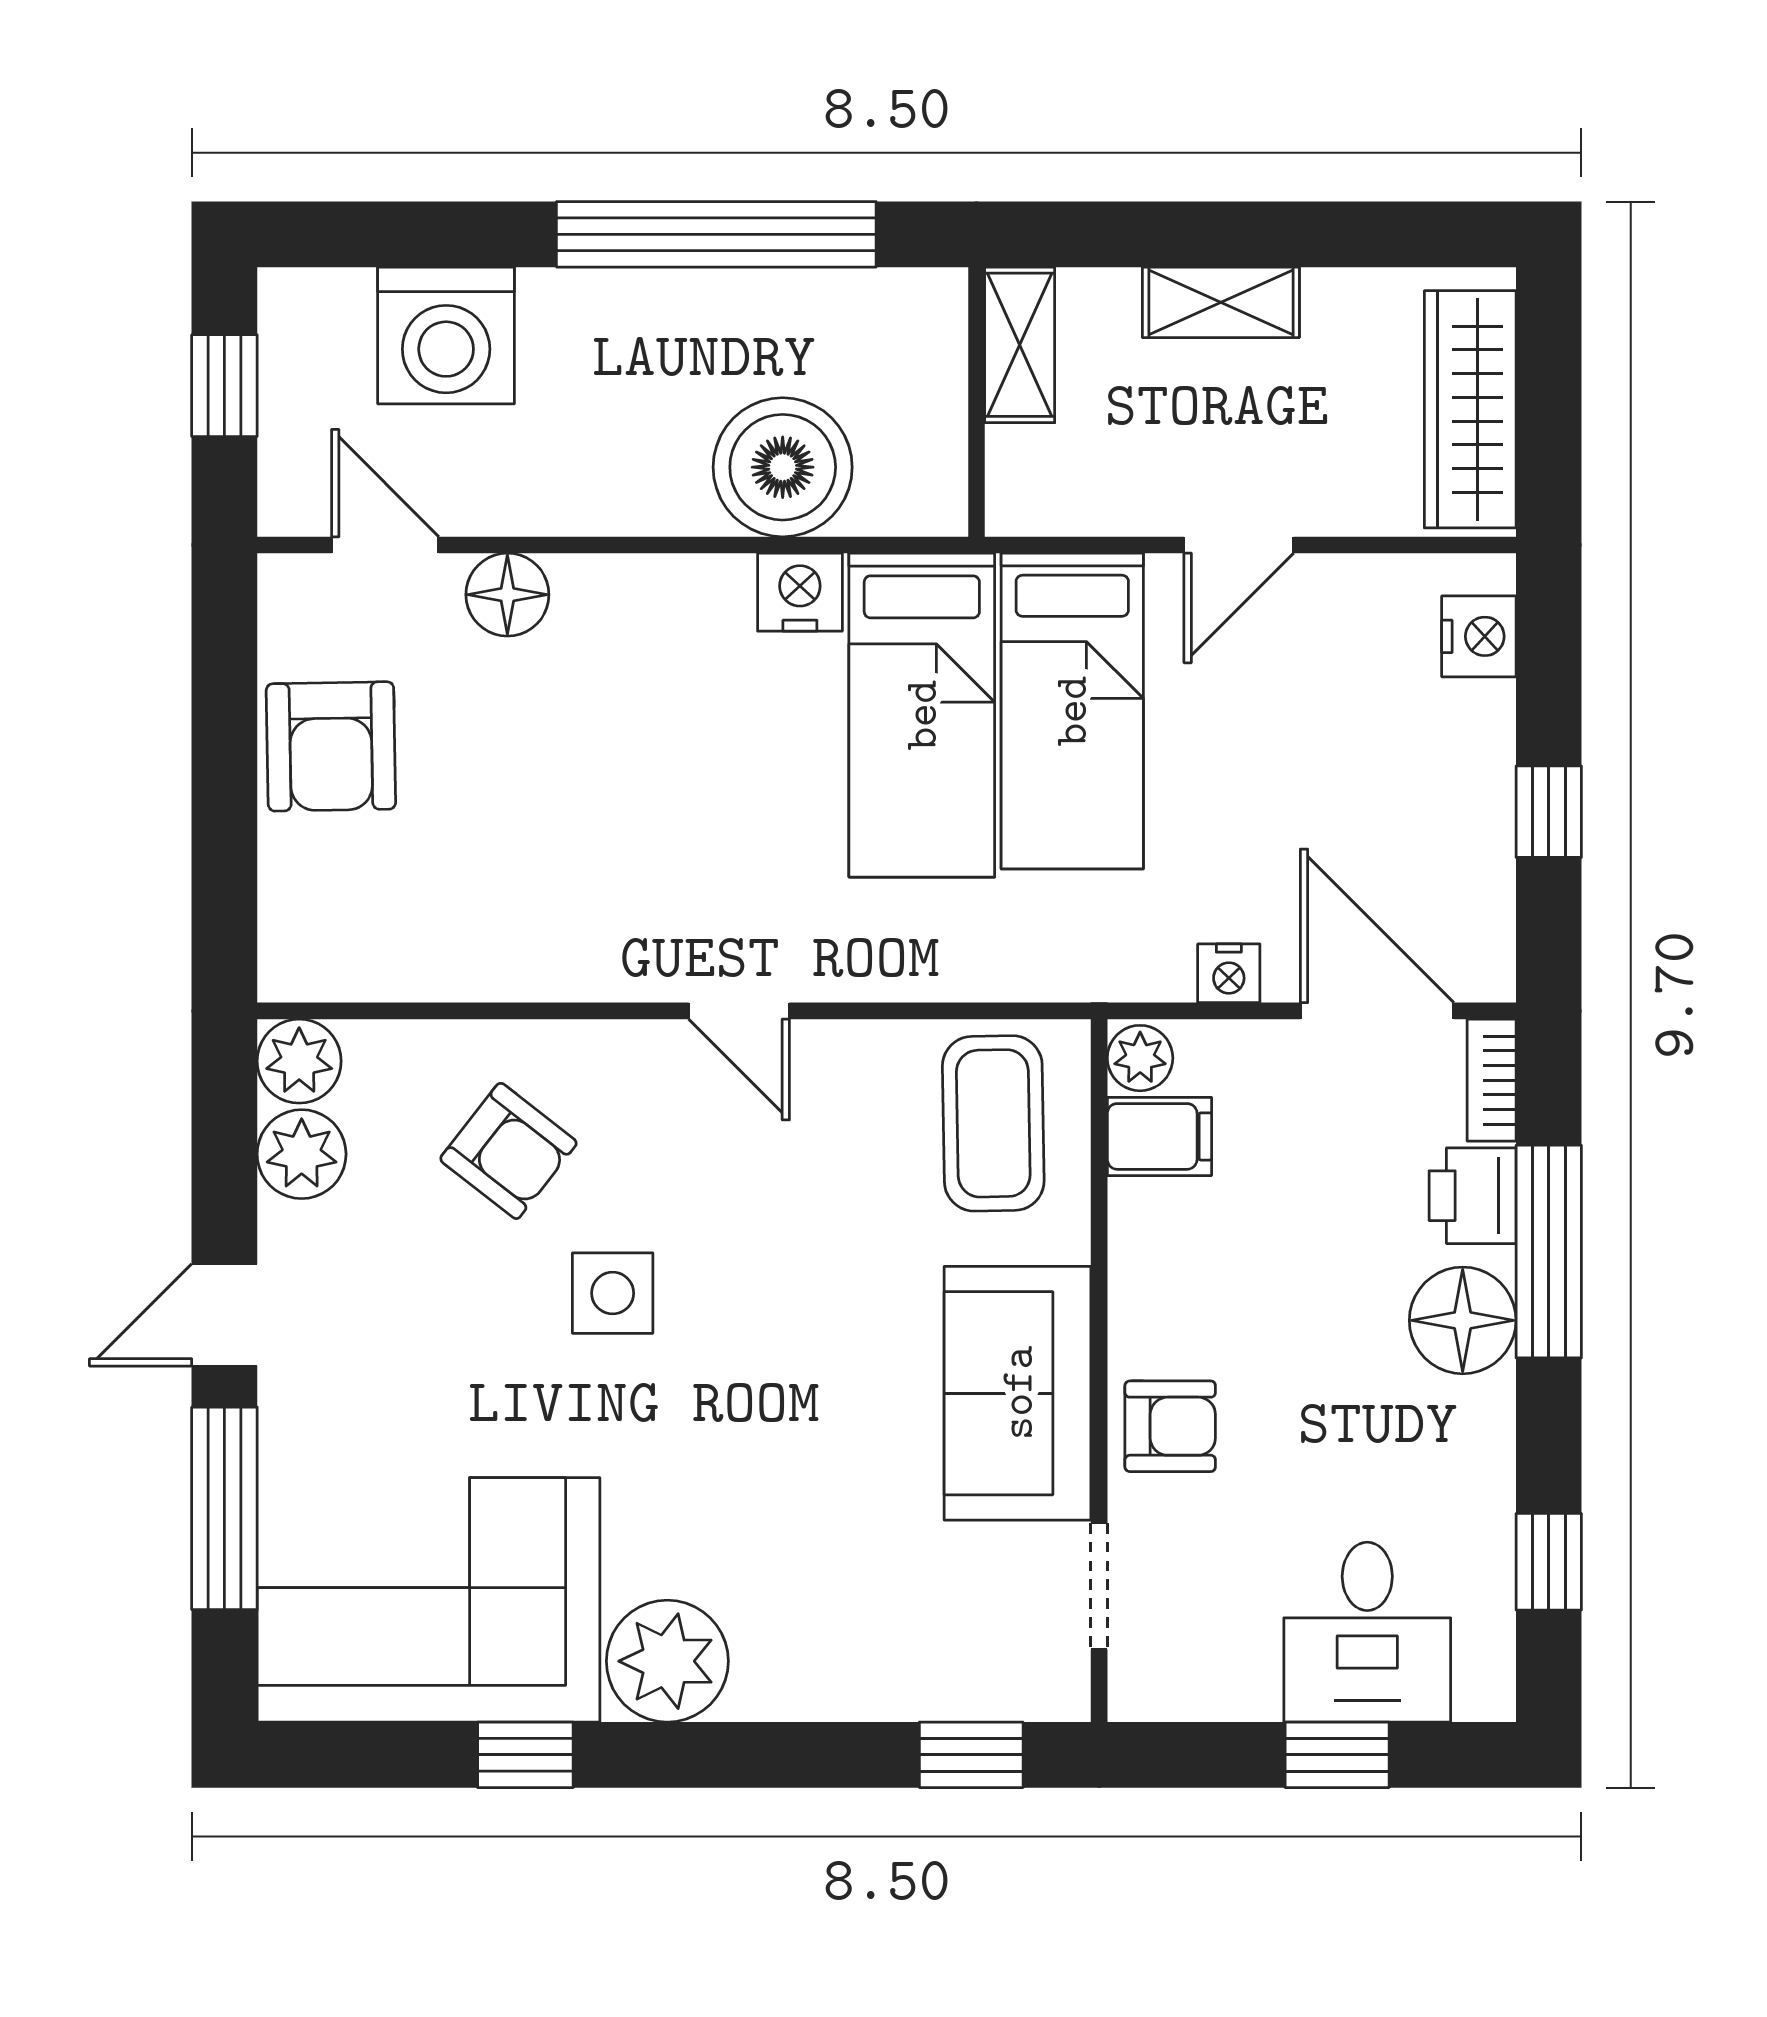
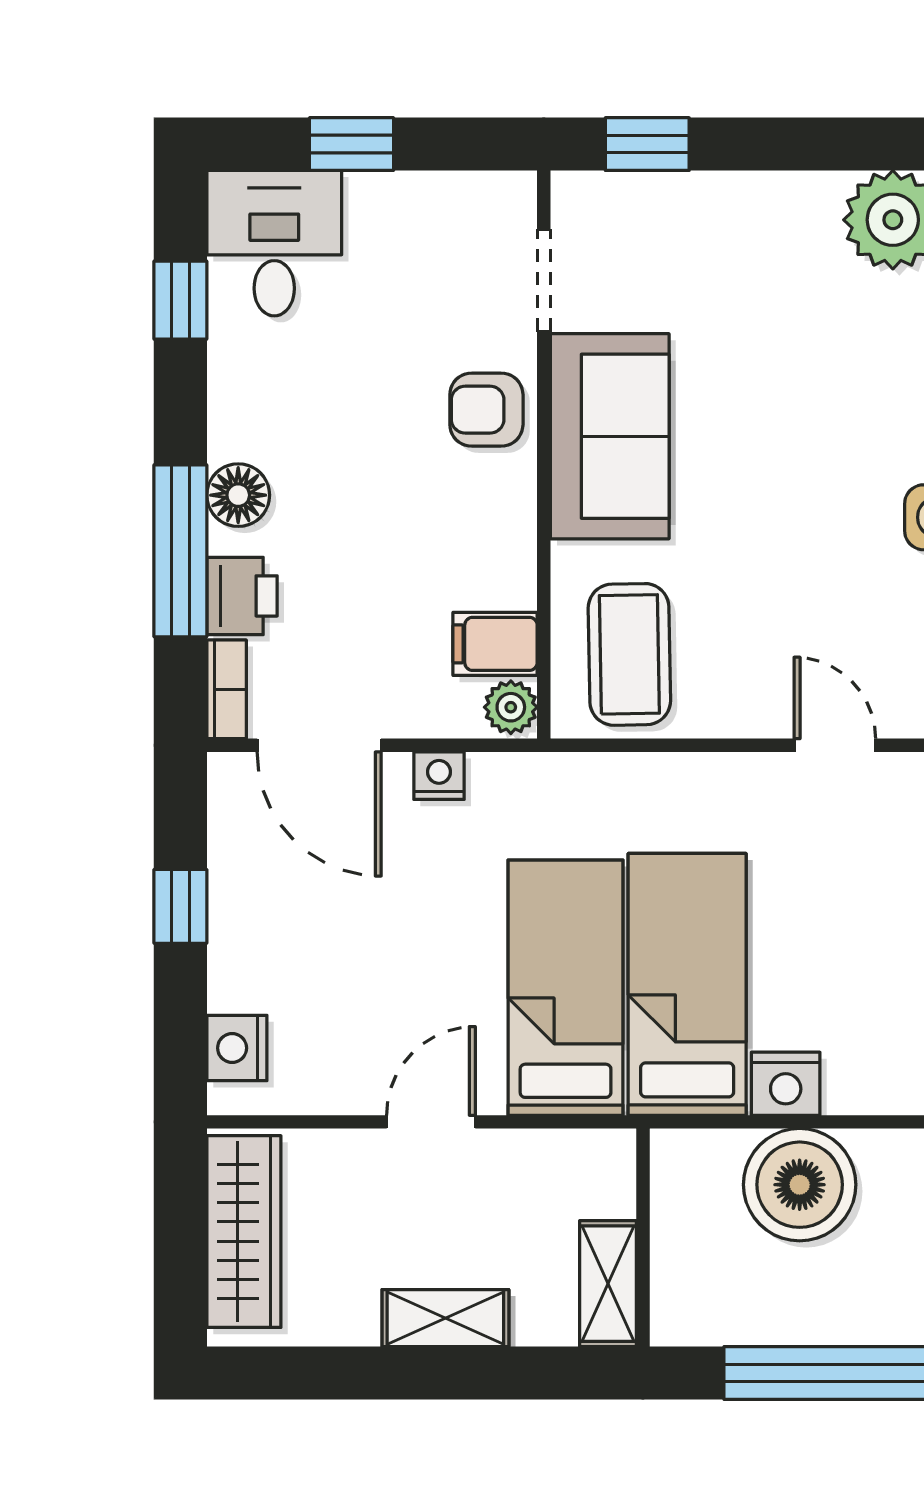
floor lamp: (1463, 1320) -> (238, 495), width x0.73, depth x0.73
desk: (1367, 1632) -> (274, 243), moved

